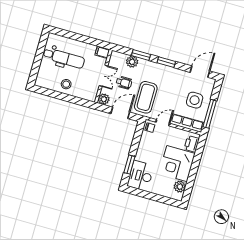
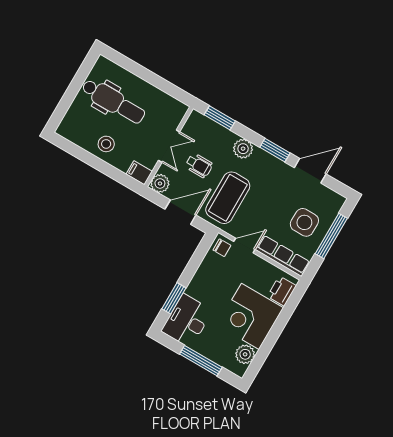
filing cabinet: (102, 52) -> (139, 173), moved
window: (141, 55) -> (220, 118), moved
plant: (132, 62) -> (243, 149), moved
door: (200, 72) -> (310, 171), moved
window: (210, 114) -> (331, 236), moved
window: (155, 197) -> (201, 361), added

